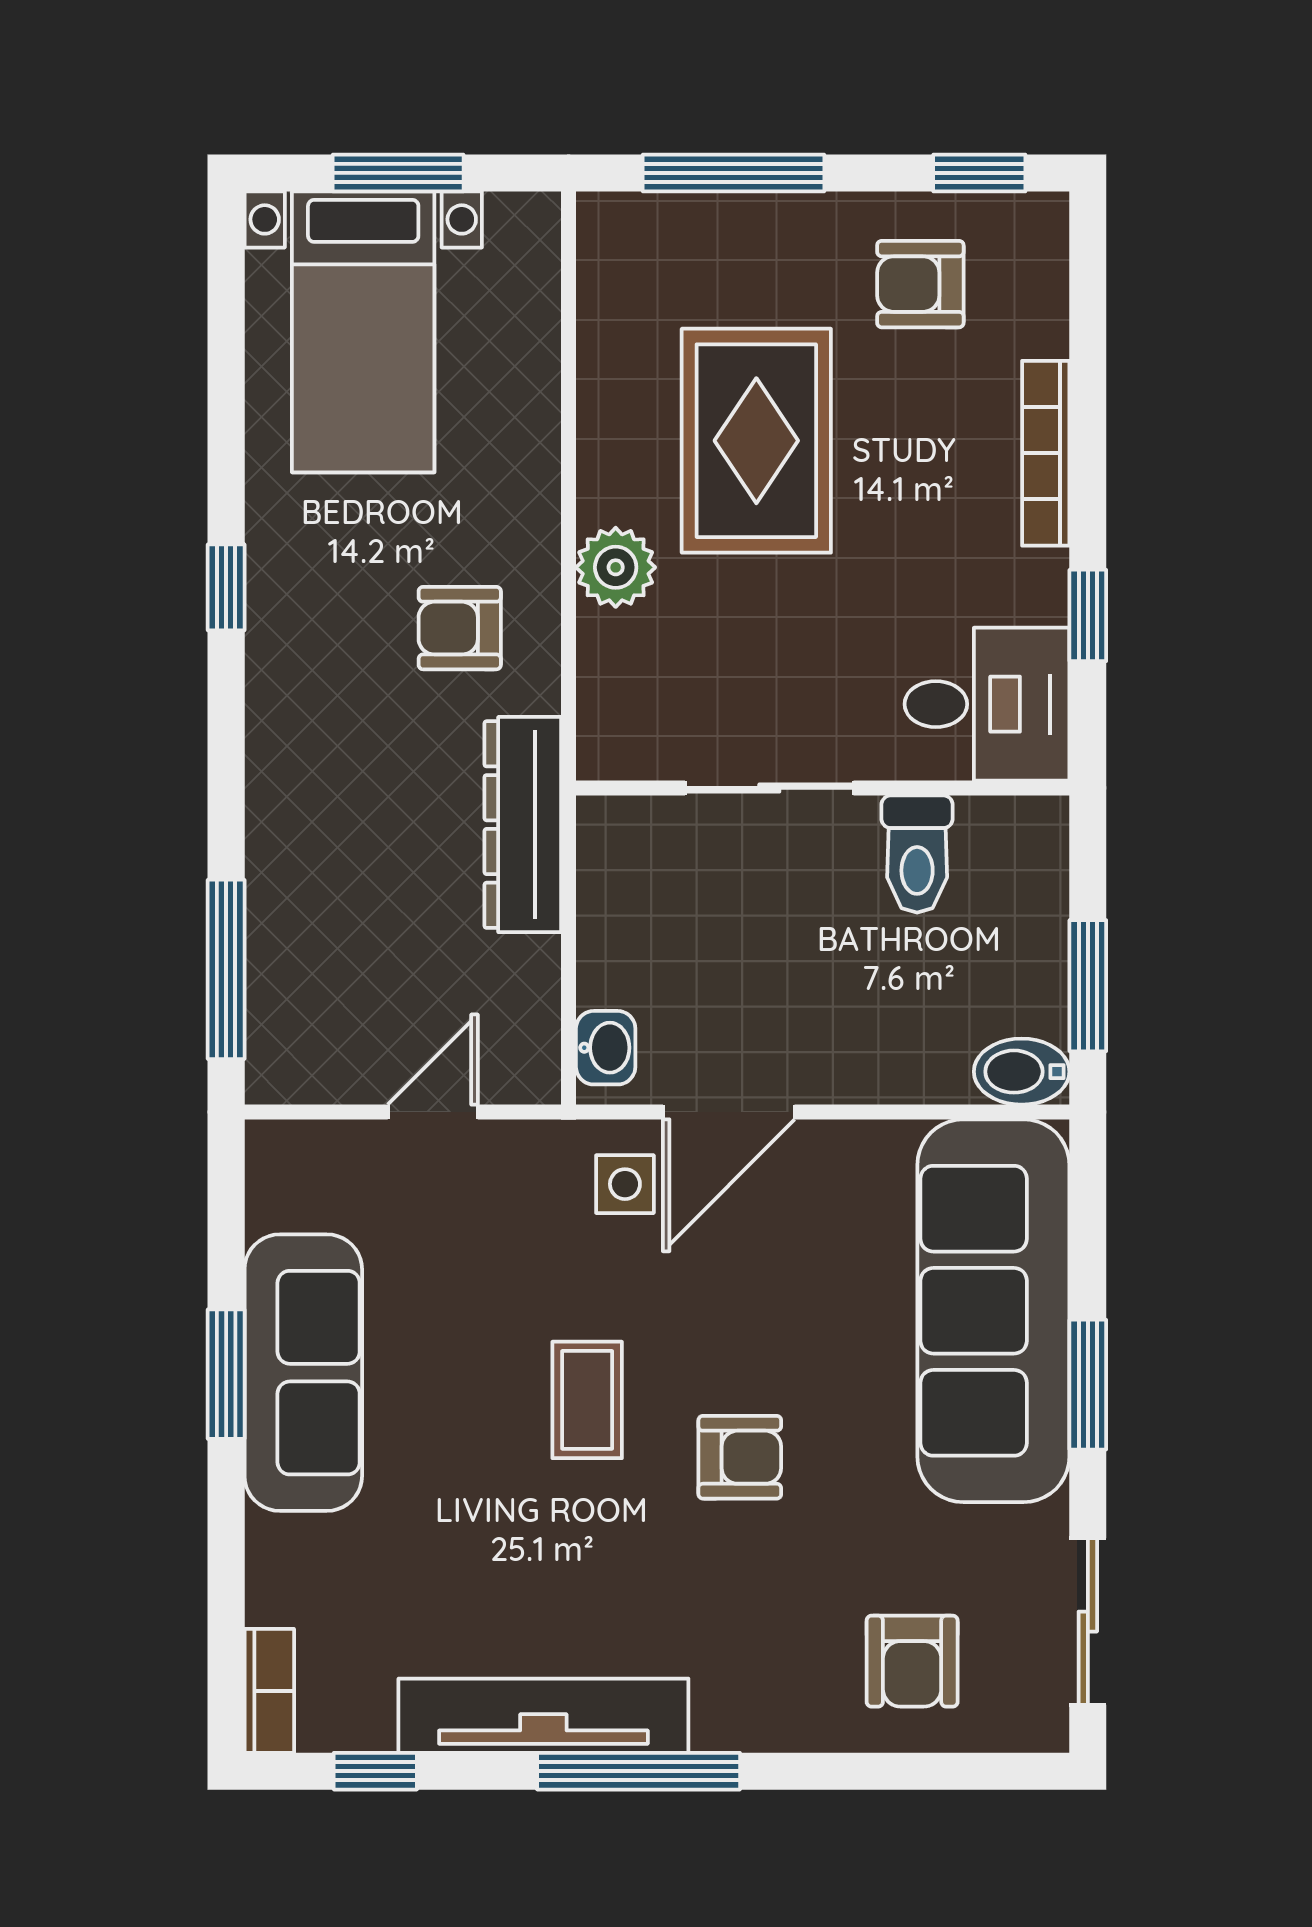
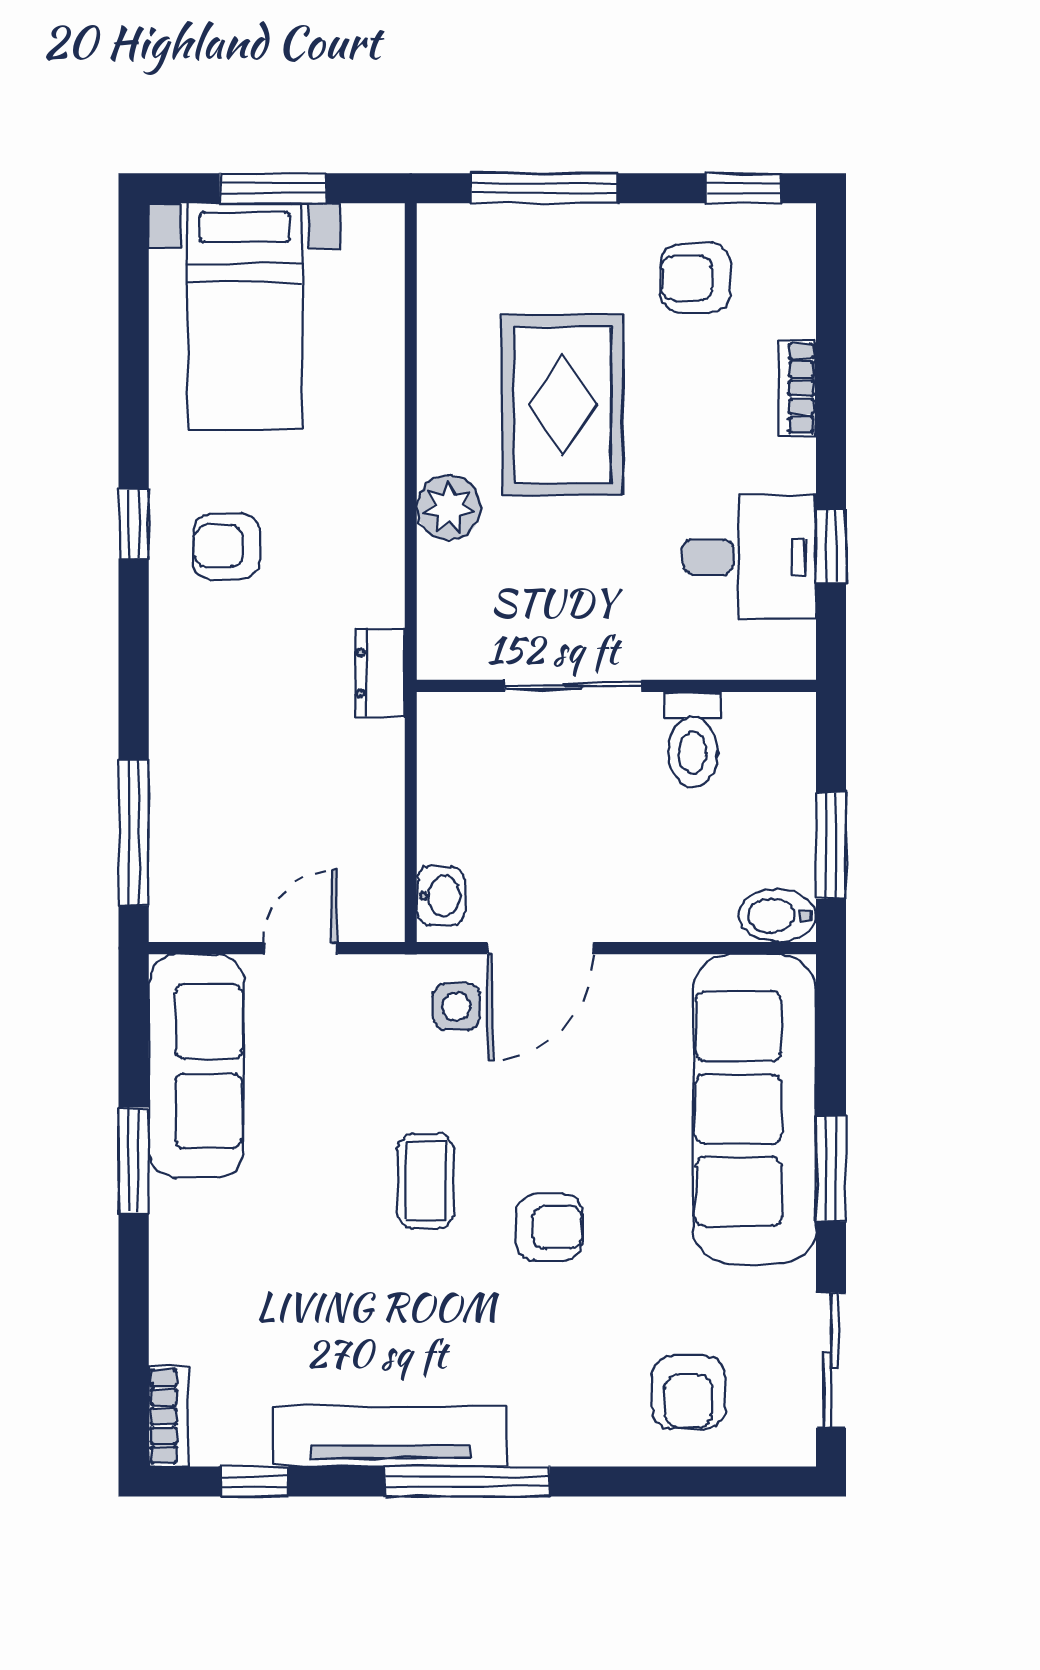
bookcase: (1046, 453) -> (797, 388), width x0.64
armchair: (460, 628) -> (226, 546), moved
desk: (987, 704) -> (749, 556), moved
dresser: (523, 825) -> (380, 673), width x0.51, depth x0.80
sofa: (303, 1373) -> (196, 1066), moved

